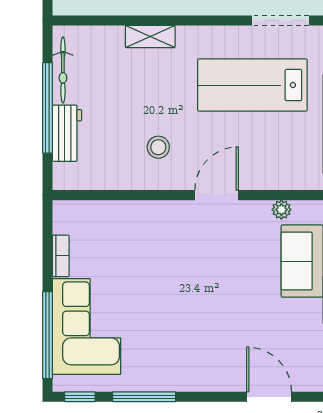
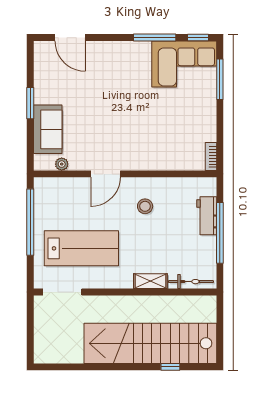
bicycle: (63, 70) -> (191, 282), moved, turned 90
bookcase: (61, 256) -> (211, 157), moved
corner sofa: (87, 327) -> (184, 64), moved, turned -90
window: (48, 335) -> (220, 79), width x0.68

